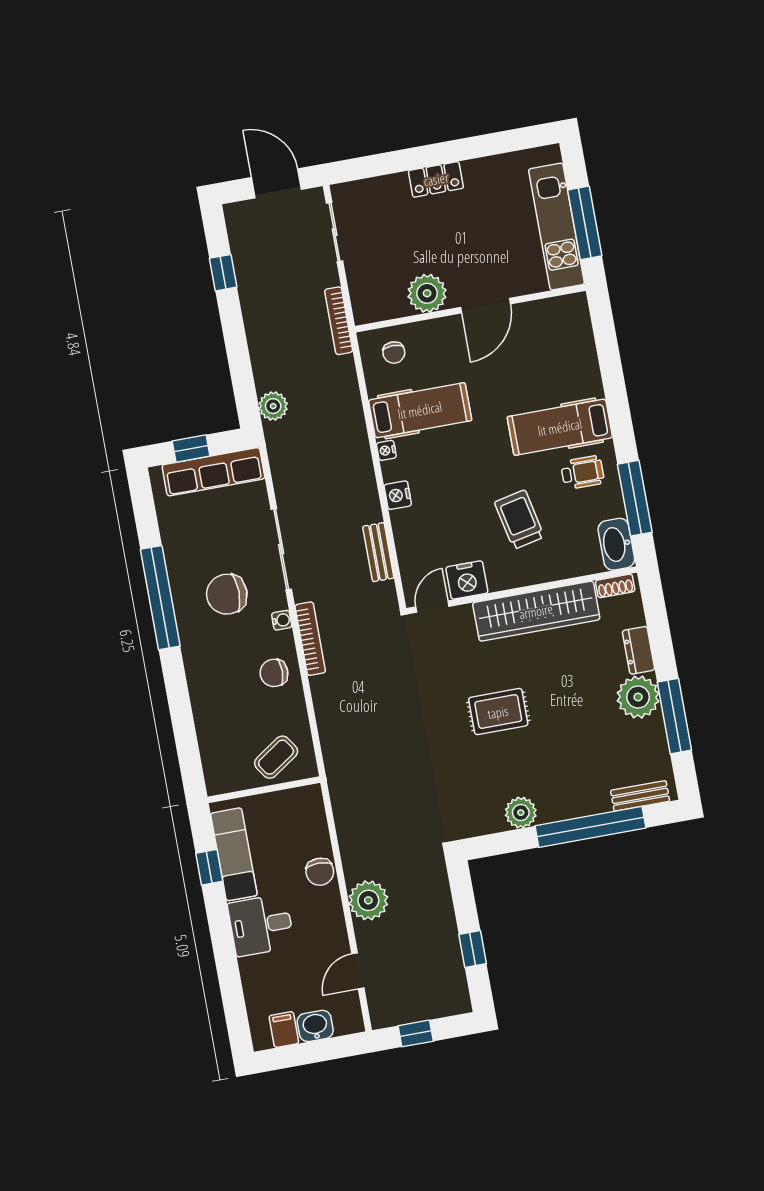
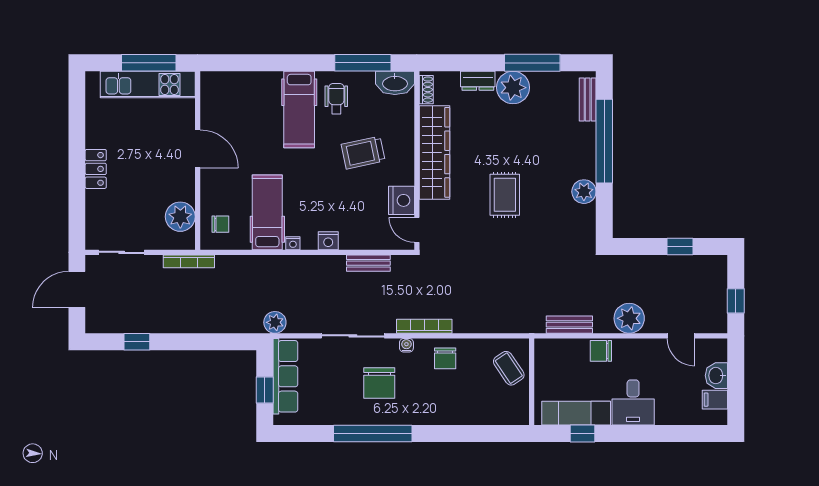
plant: (427, 293) -> (180, 217), moved
plant: (273, 406) -> (275, 322), moved
bench: (346, 825) -> (569, 325), added
chair: (320, 872) -> (601, 351), turned 180

